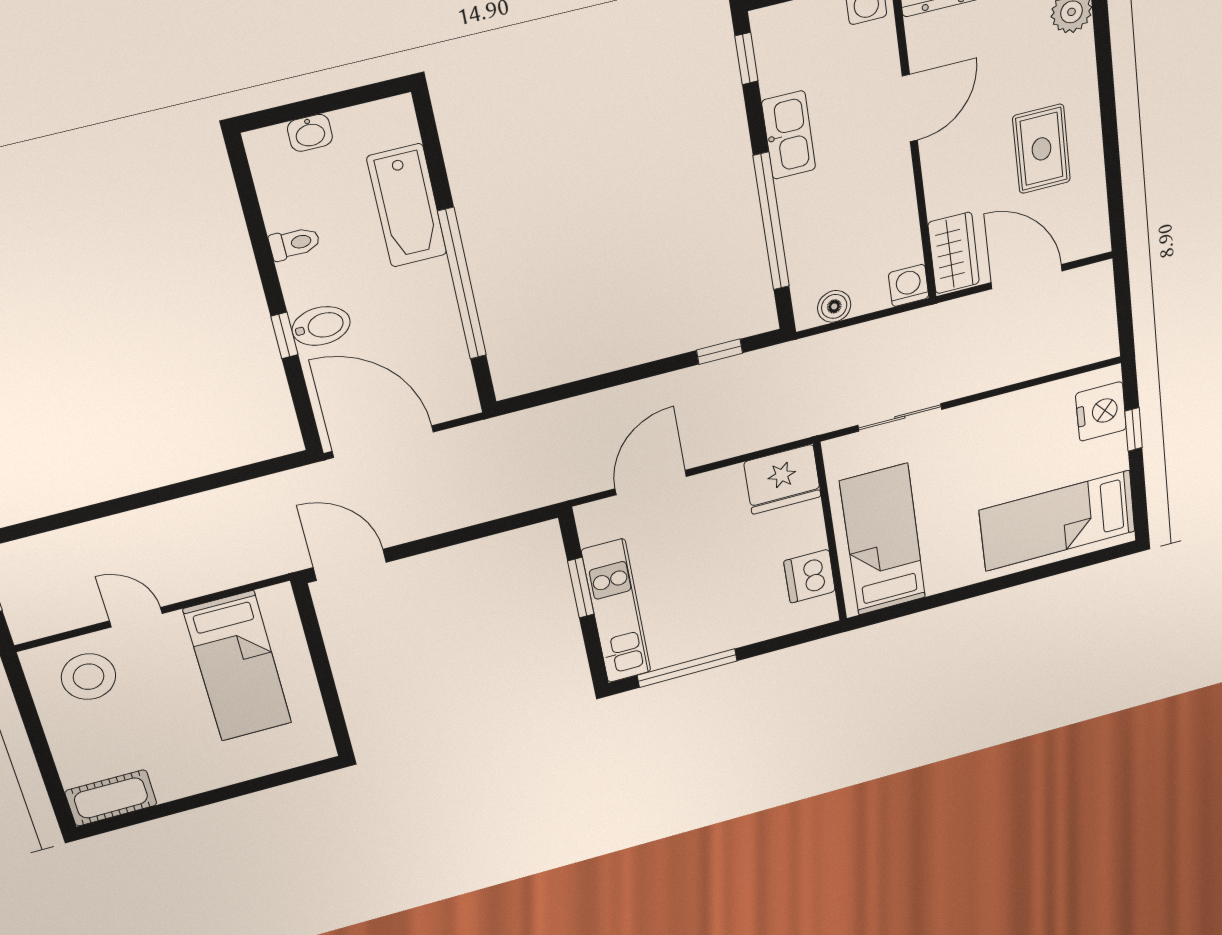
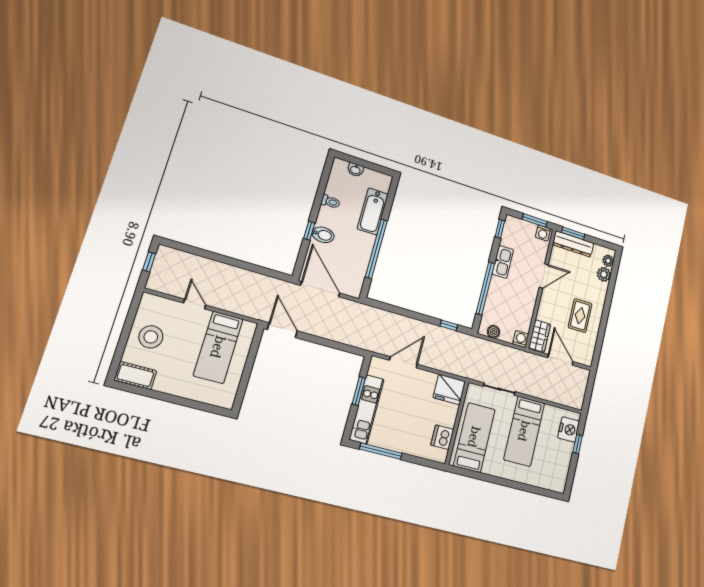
bed: (1058, 521) -> (524, 431), moved, turned -90
stool: (89, 677) -> (151, 337), moved

